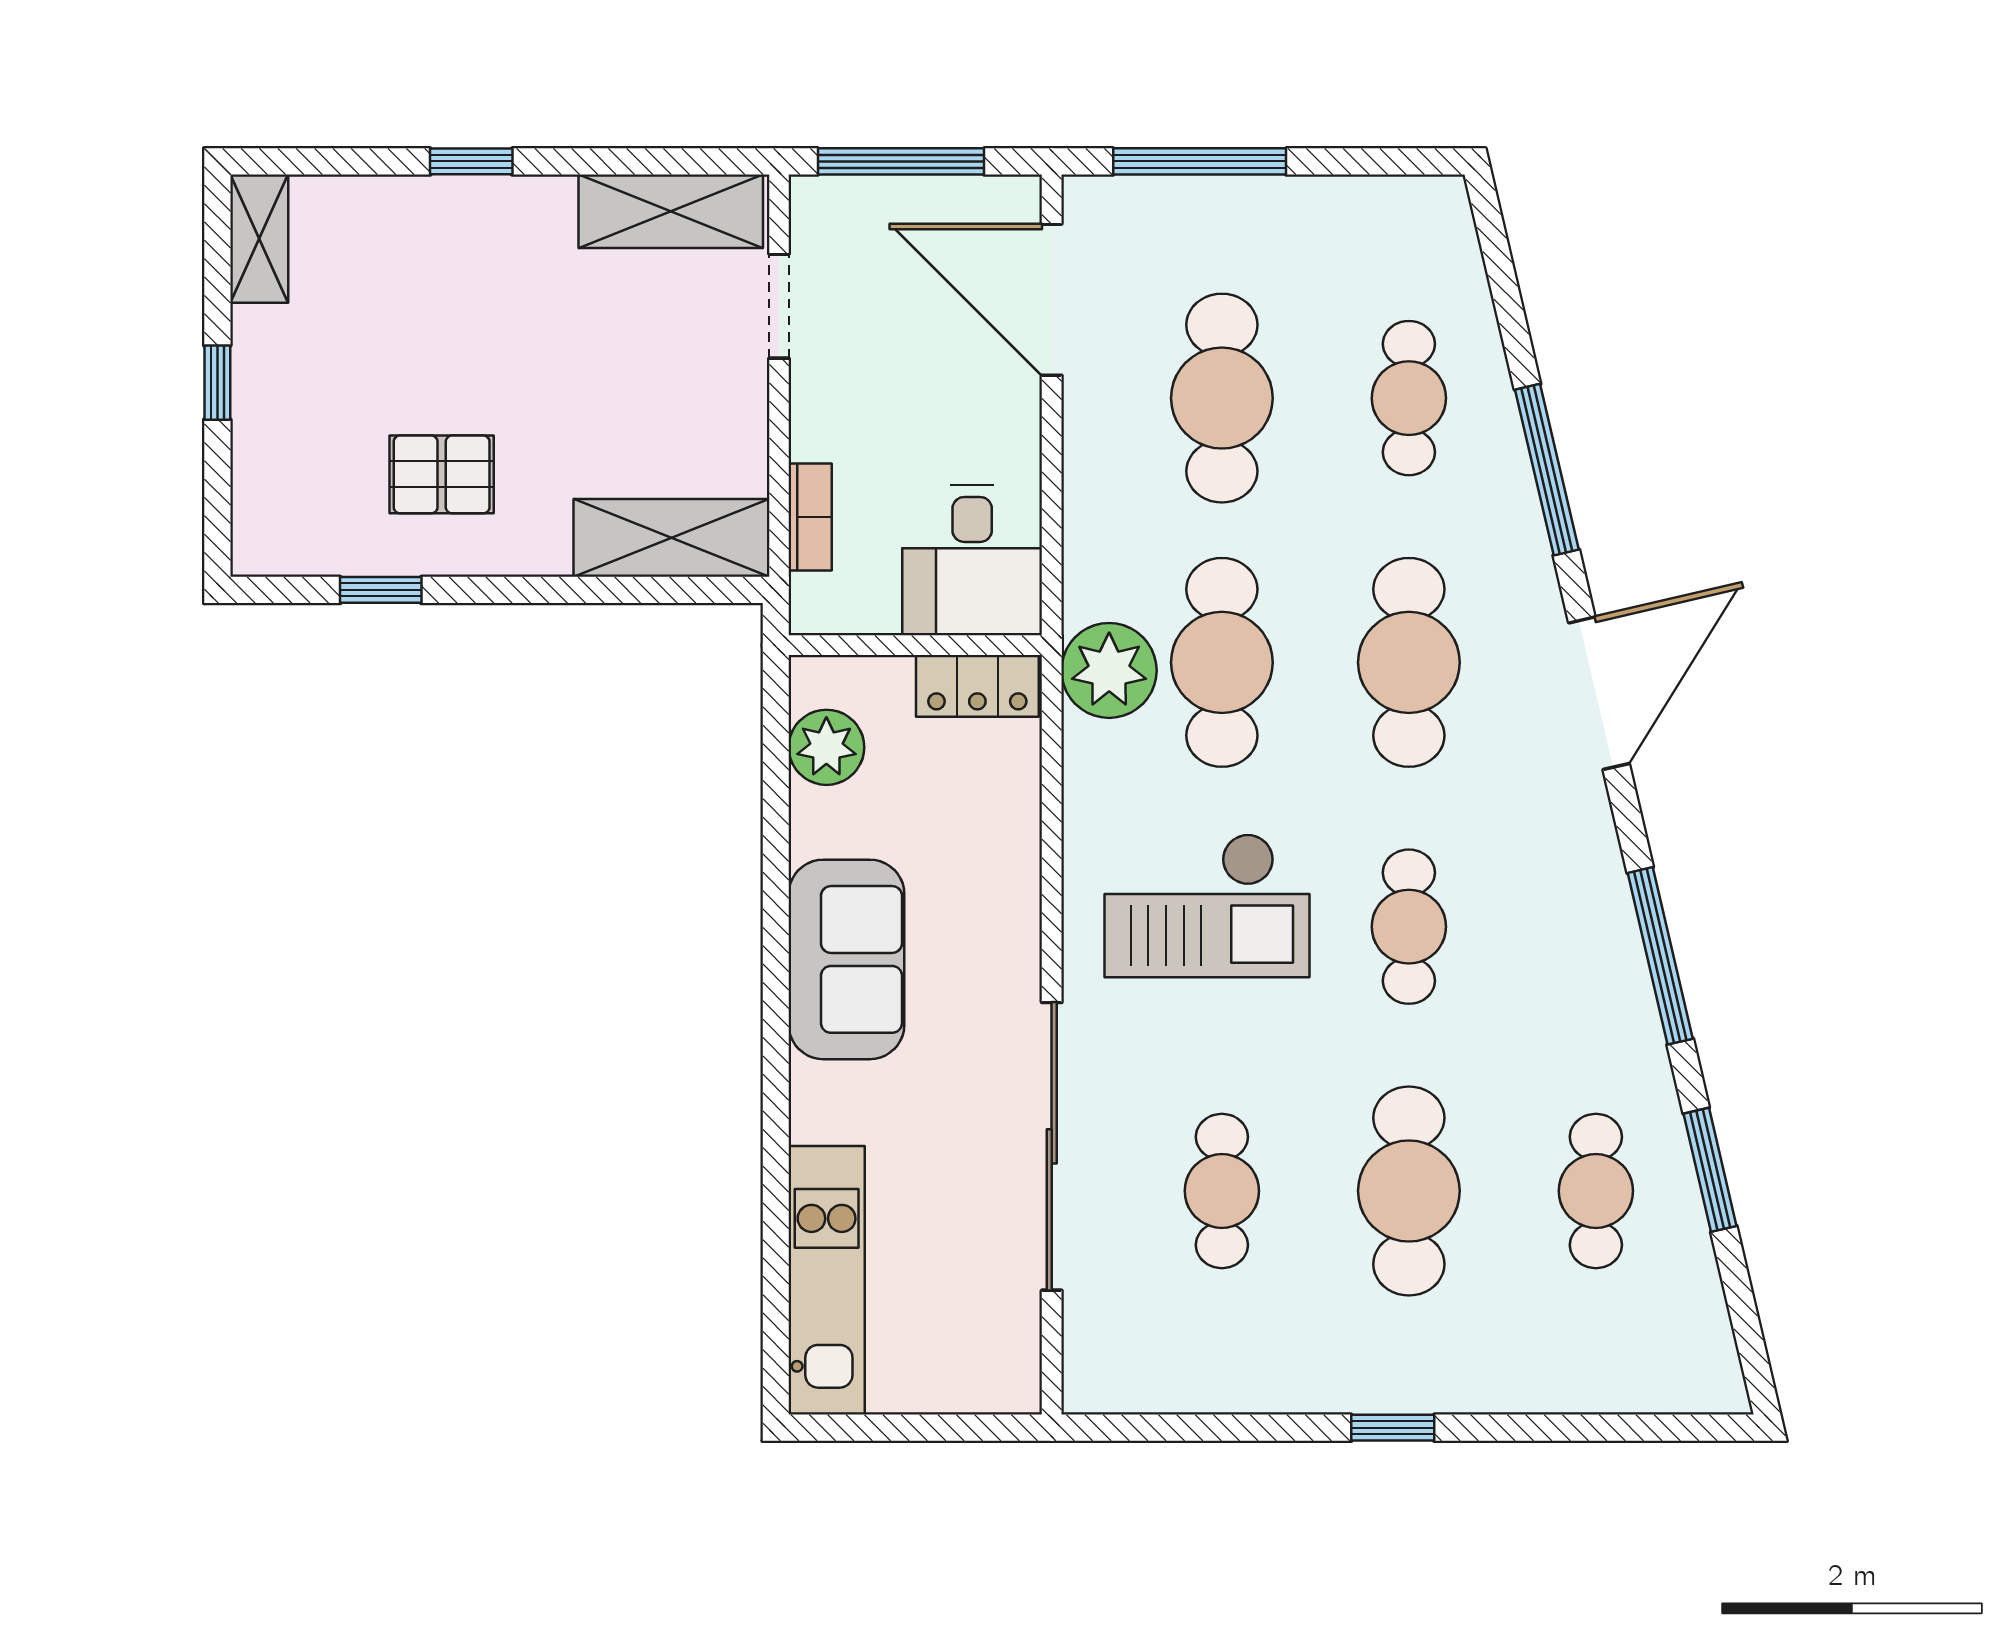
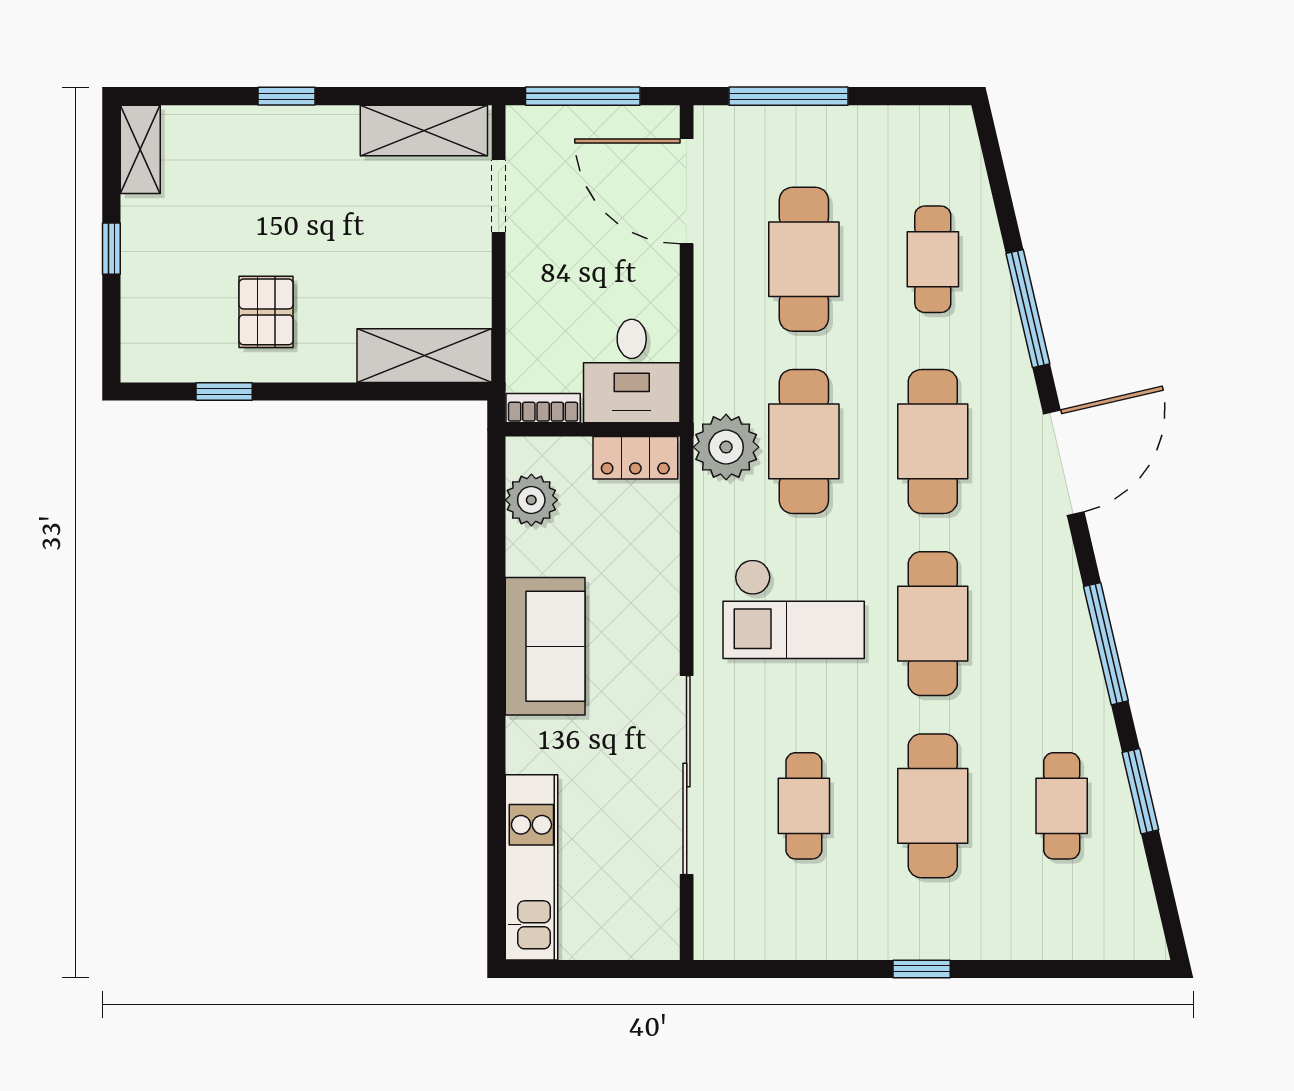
pallet: (442, 474) -> (266, 312), turned 90
bookcase: (810, 517) -> (543, 408), moved, turned -90
cafe table: (1409, 927) -> (933, 624), width x1.37, depth x1.35

